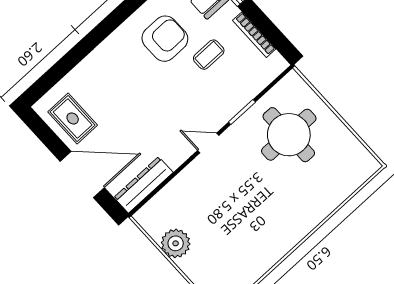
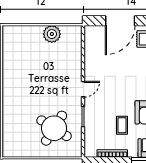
round table: (289, 135) -> (54, 128), turned 32
dresser: (144, 185) -> (91, 44), removed

